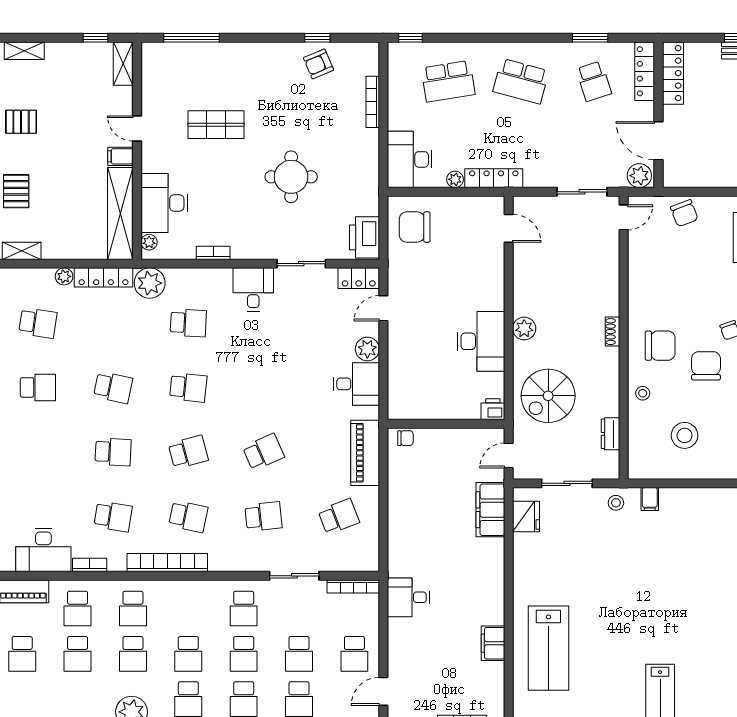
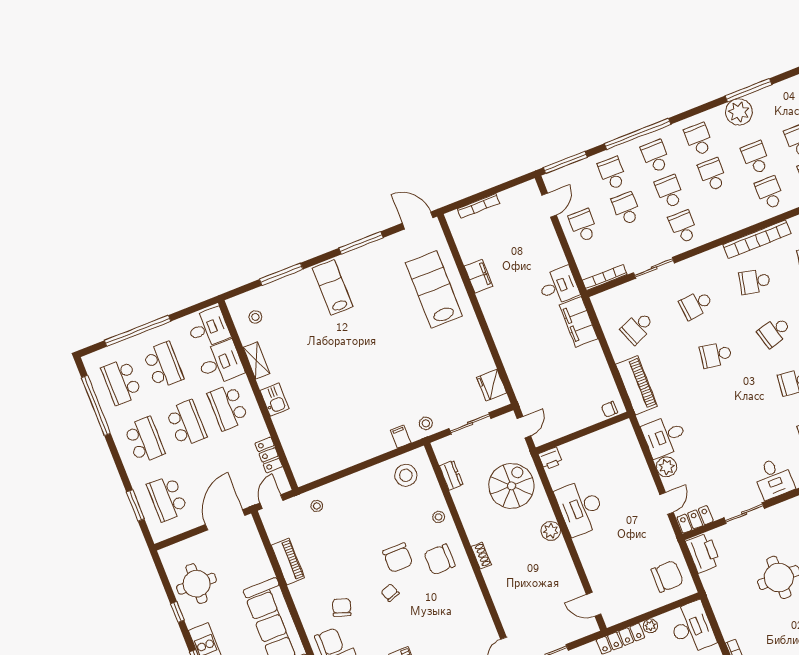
stool: (685, 435) -> (406, 475), moved
school desk: (263, 452) -> (716, 355), turned 33
filing cabinet: (490, 510) -> (579, 322), moved, turned 180

